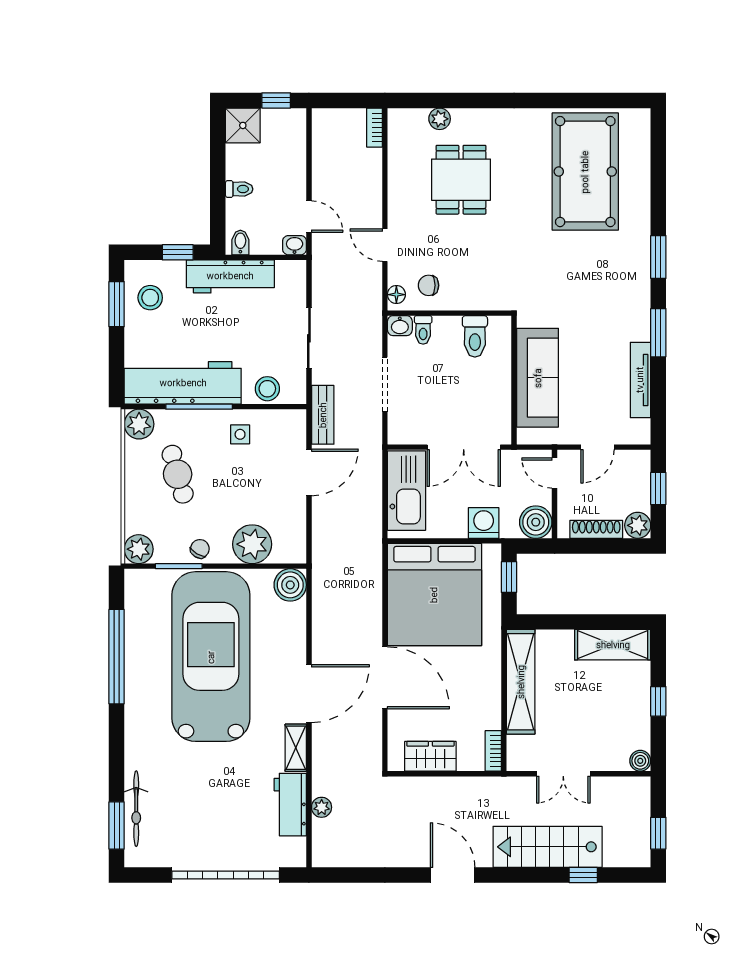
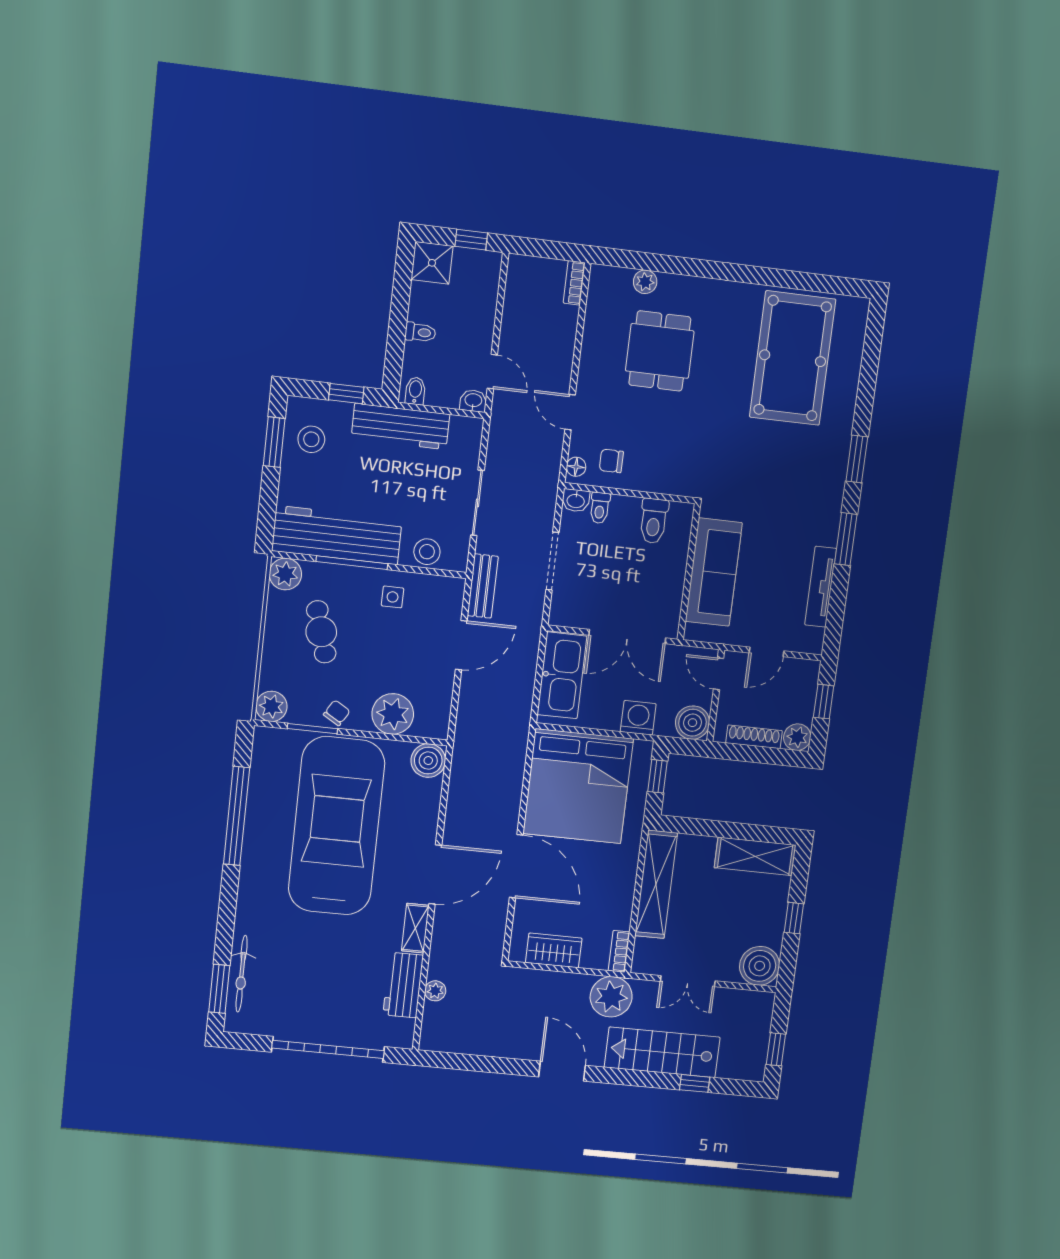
boiler: (640, 761) -> (760, 966), width x1.86, depth x1.86
plant: (491, 797) -> (611, 997), added

